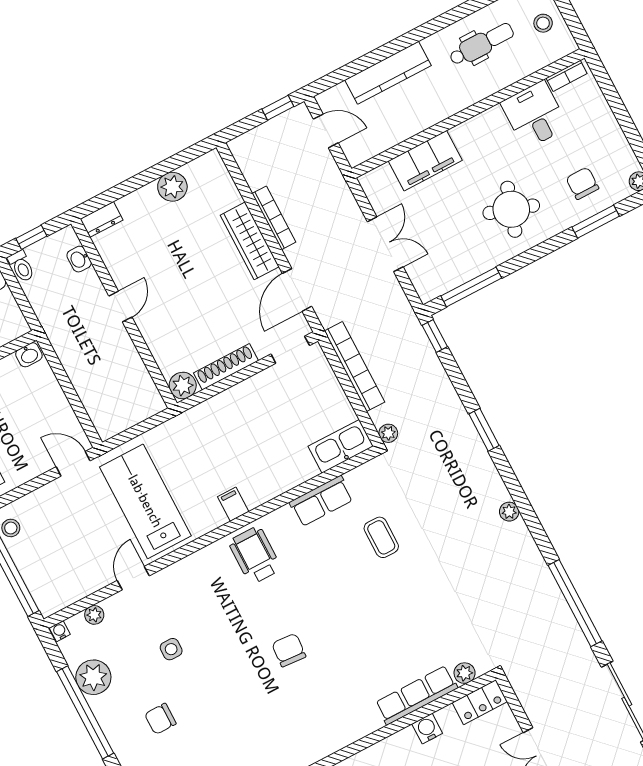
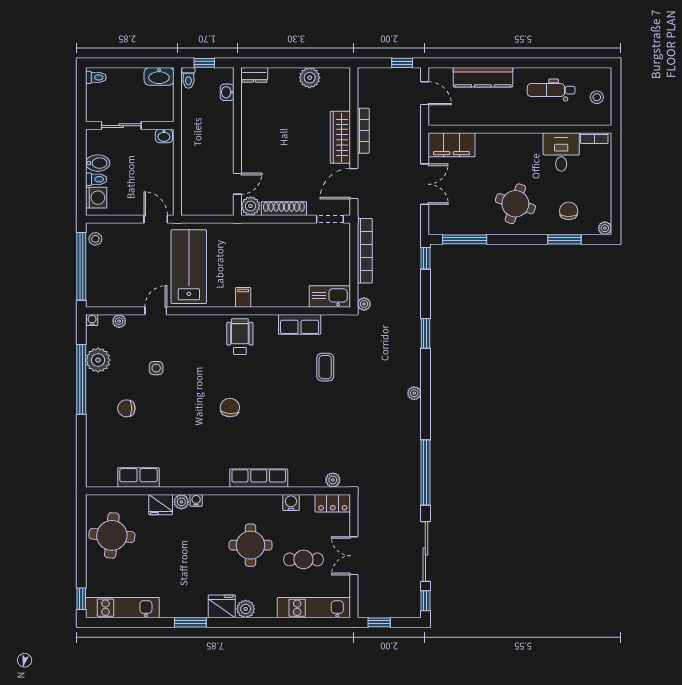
dental chair: (481, 44) -> (551, 90), turned 180
filing cabinet: (425, 161) -> (451, 145), moved
door: (120, 307) -> (237, 184), moved
row of seats: (416, 695) -> (259, 478), moved

